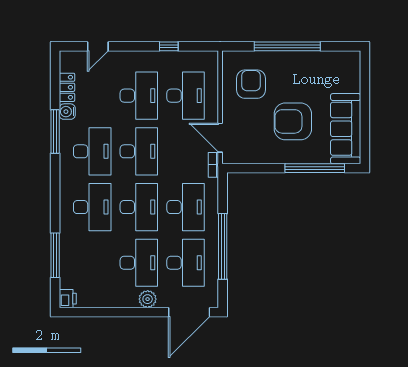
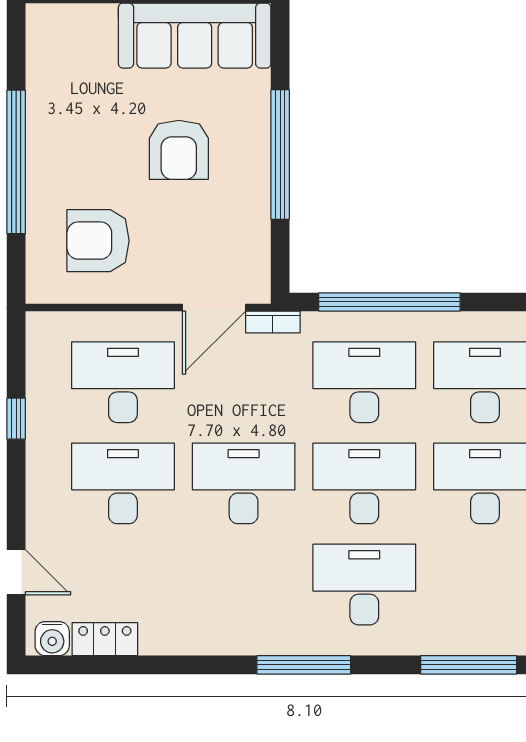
water cooler: (67, 112) -> (52, 639), moved
armchair: (293, 121) -> (179, 150), width x0.73, depth x0.73
window: (55, 131) -> (304, 665), moved
desk: (92, 151) -> (244, 585), removed
window: (315, 168) -> (280, 155), moved
window: (223, 246) -> (389, 302), moved

